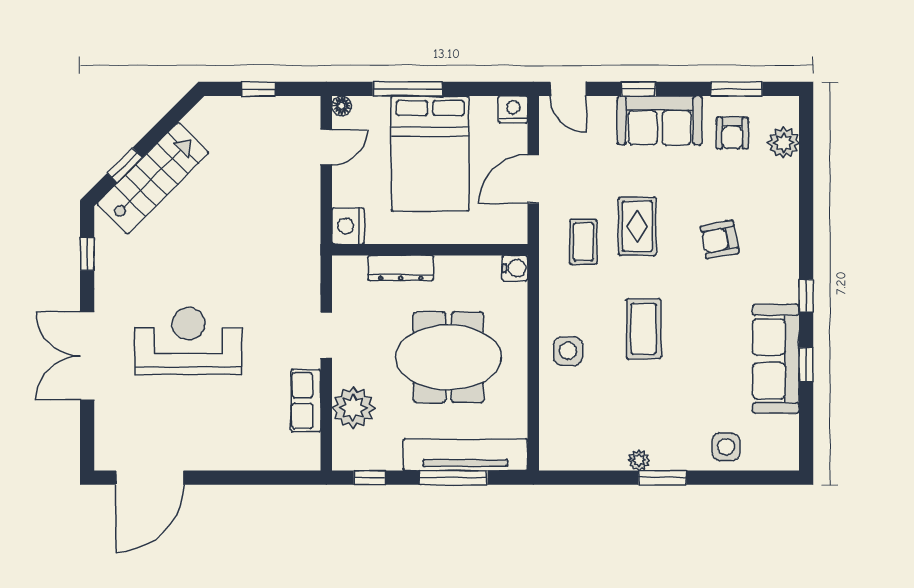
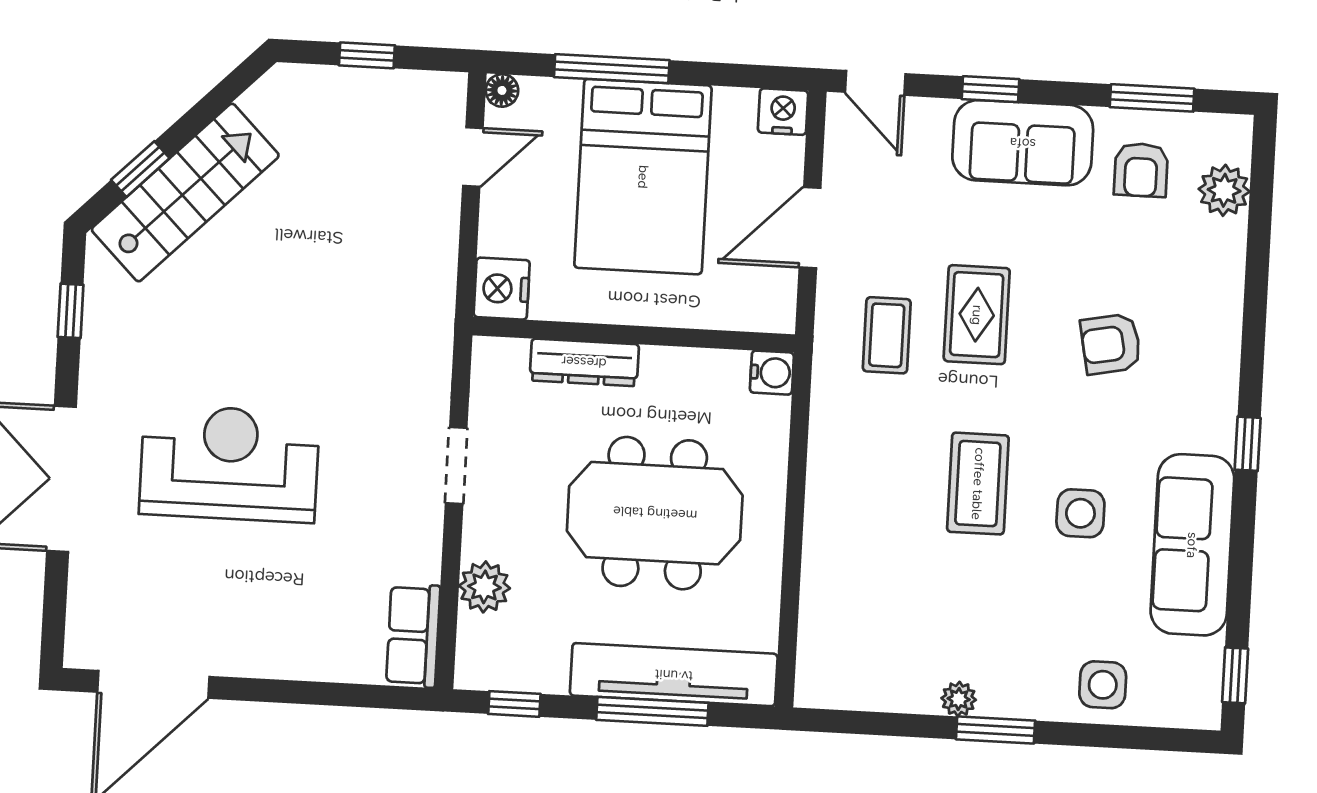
side table: (568, 351) -> (1080, 513), moved
window: (806, 365) -> (1235, 675), moved
row of seats: (306, 401) -> (413, 636), moved
plant: (353, 408) -> (484, 587), width x0.73, depth x0.73

